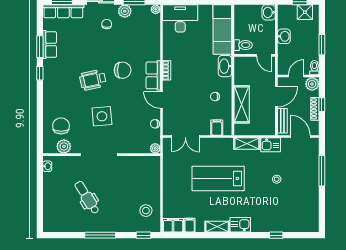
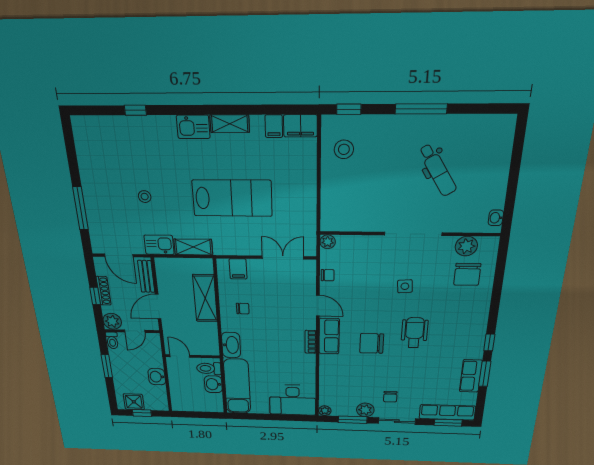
washbasin: (269, 12) -> (213, 384), moved, turned 180
wheelchair: (93, 80) -> (414, 333), turned -78
side table: (102, 116) -> (405, 286), width x0.54, depth x0.54

